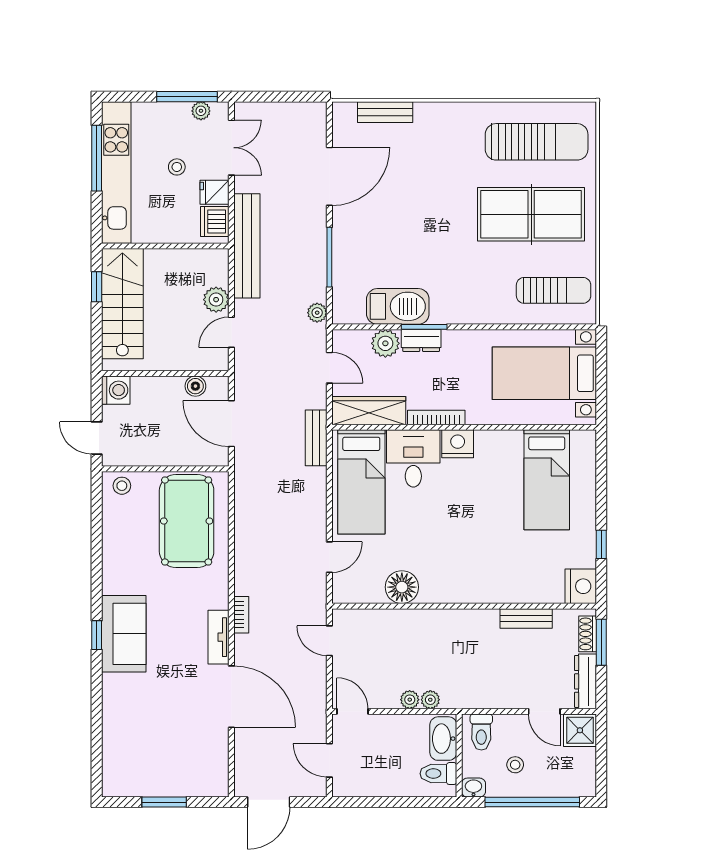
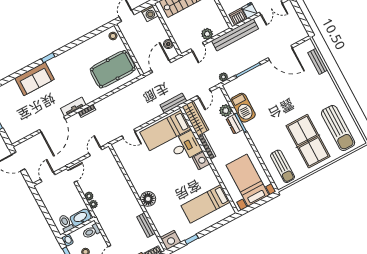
door: (231, 332) -> (197, 47), swing flipped
floor lamp: (402, 587) -> (148, 199), moved
sofa: (124, 634) -> (35, 79), moved

